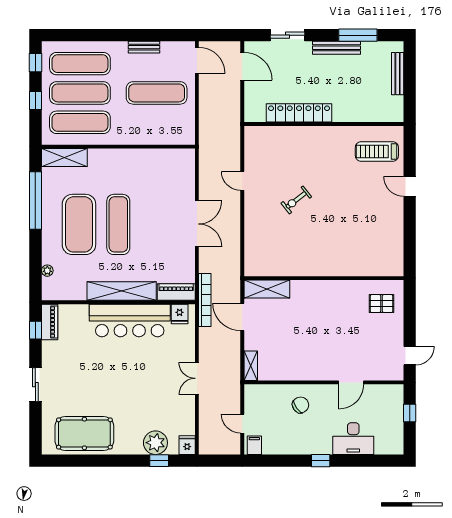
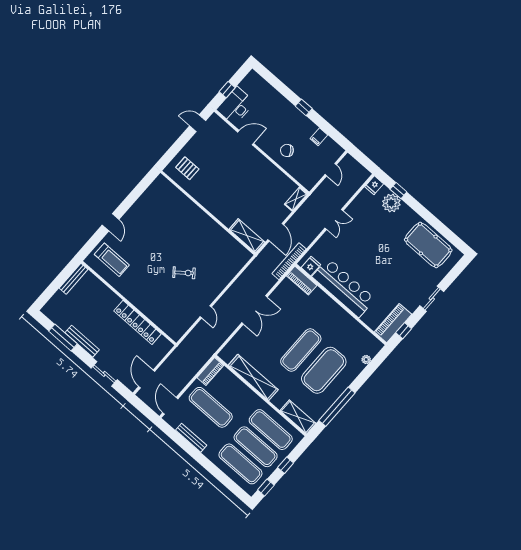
bench: (144, 47) -> (191, 438), width x1.36
bench: (398, 74) -> (74, 279), moved
piano: (187, 127) -> (210, 372), added
double door: (197, 224) -> (254, 310), swing flipped
shelving: (122, 291) -> (253, 377), moved
piano: (50, 322) -> (393, 323), width x1.37, depth x1.33
desk: (353, 439) -> (236, 106), moved, turned -90
filing cabinet: (254, 445) -> (319, 137), moved

